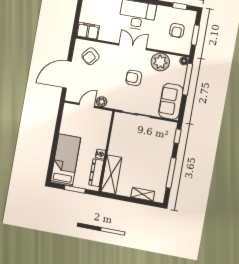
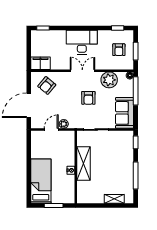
armchair: (134, 78) -> (88, 98), turned -90
dresser: (96, 173) -> (70, 187), removed
shelving: (111, 174) -> (84, 163), moved

